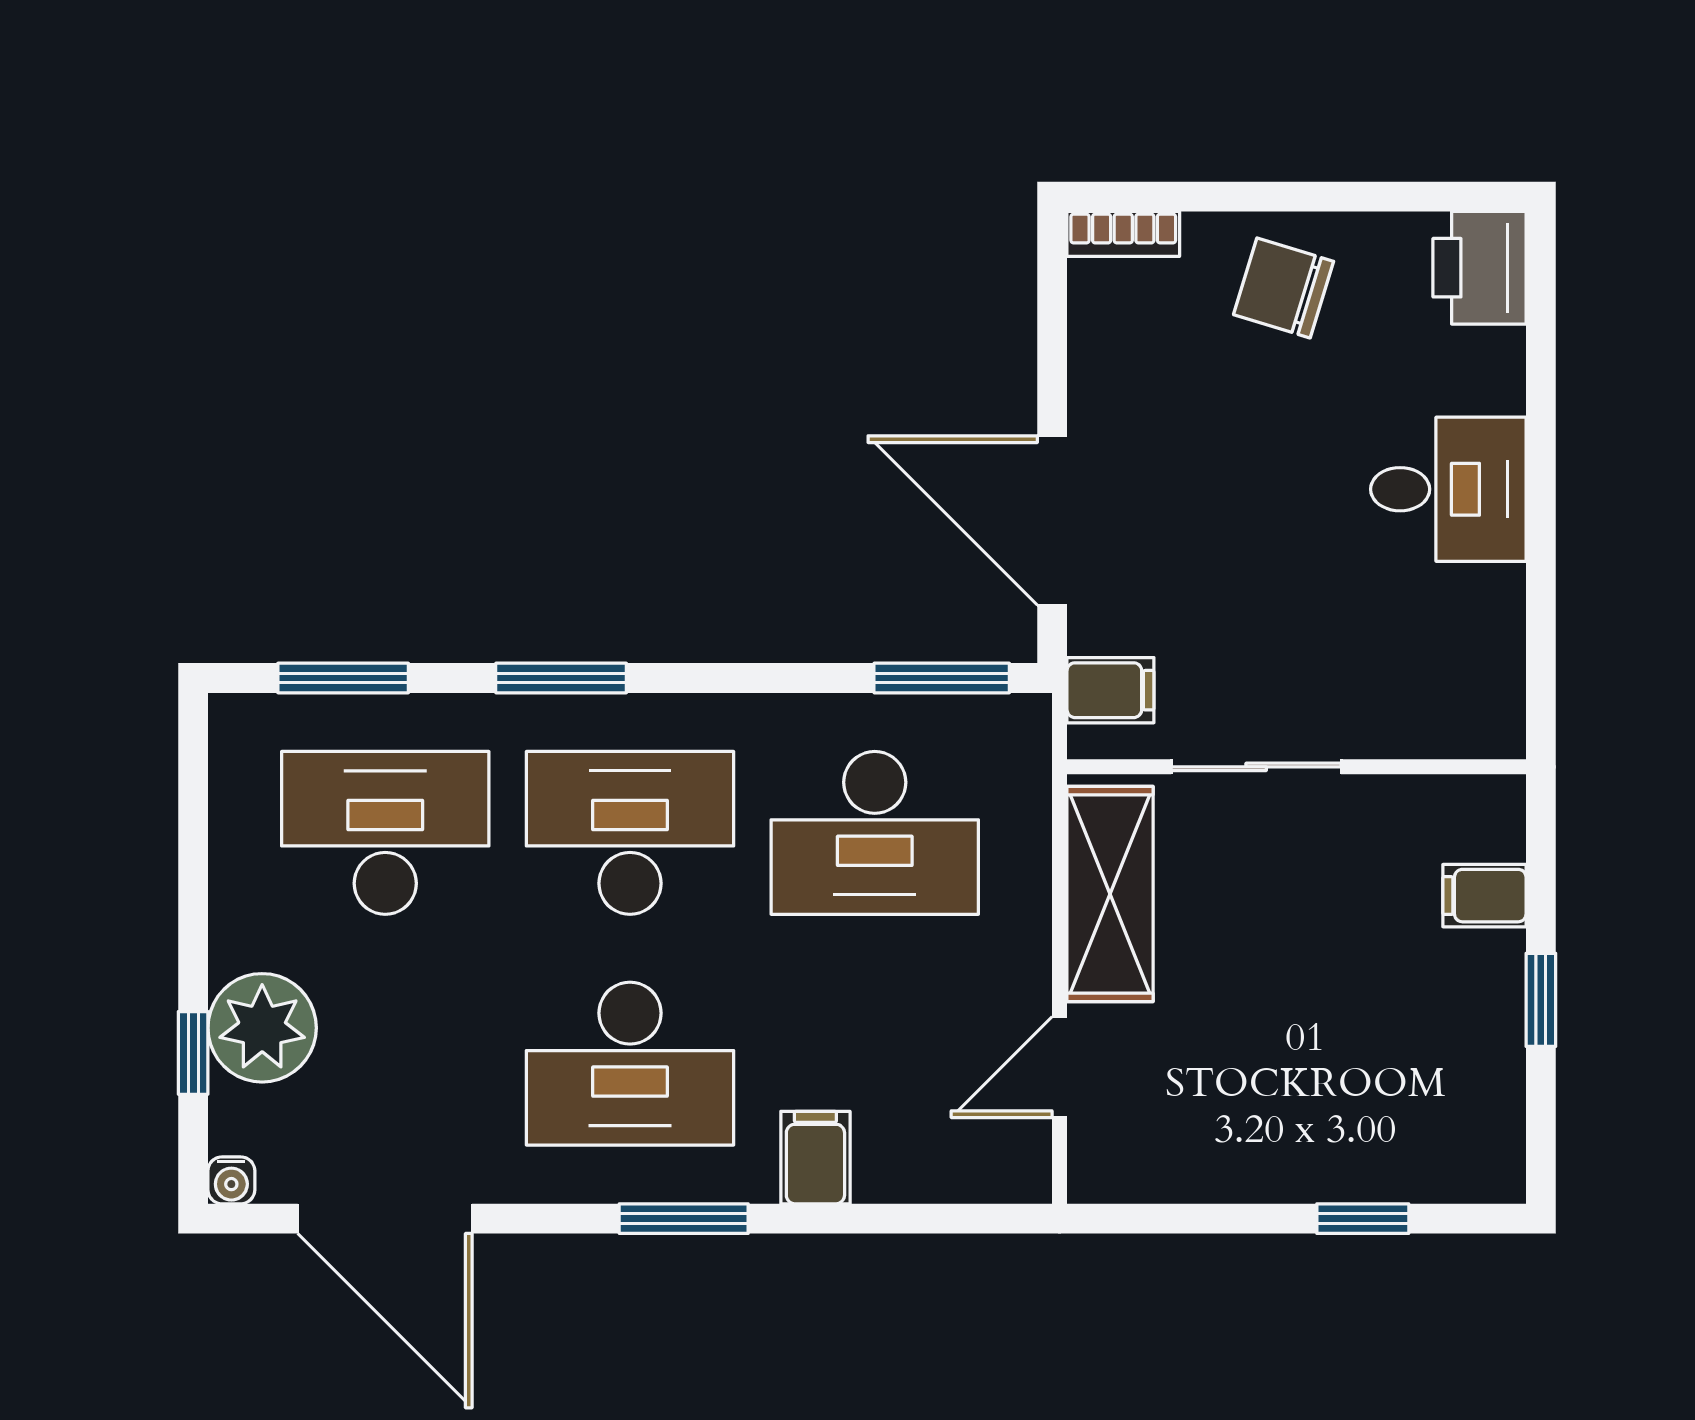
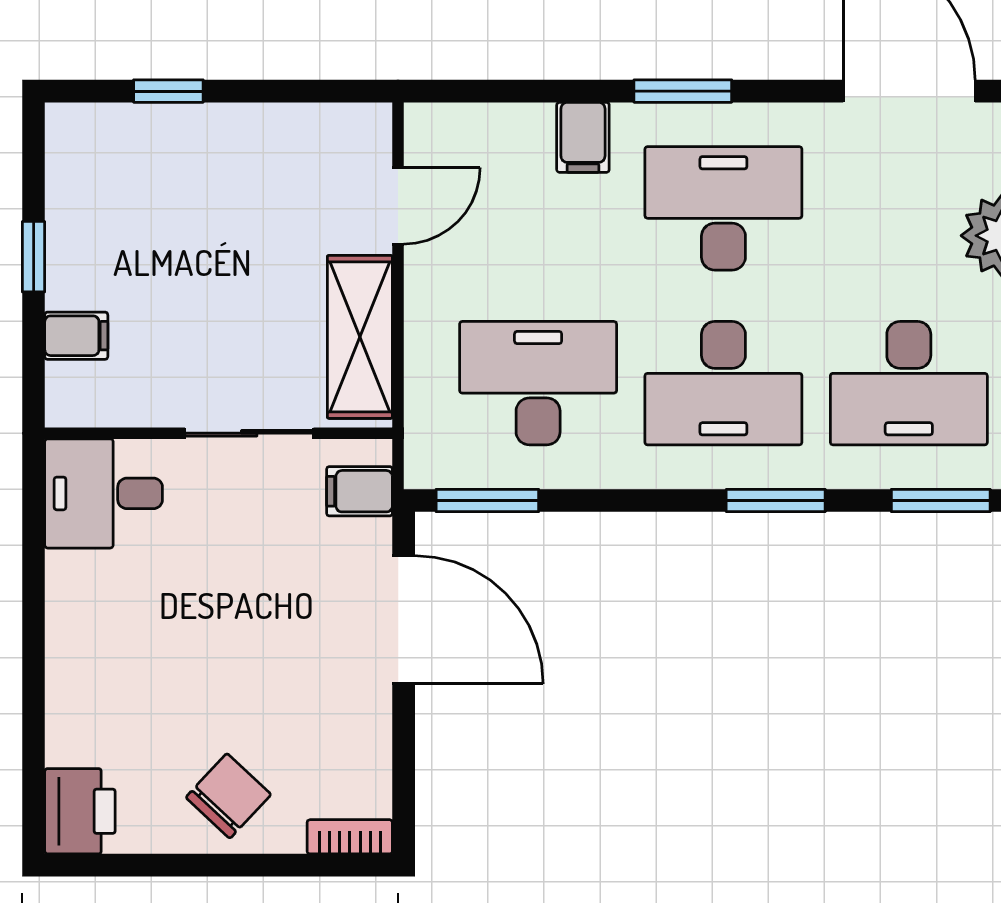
chair: (1284, 288) -> (228, 796), turned -64
desk: (1448, 489) -> (104, 493), moved

